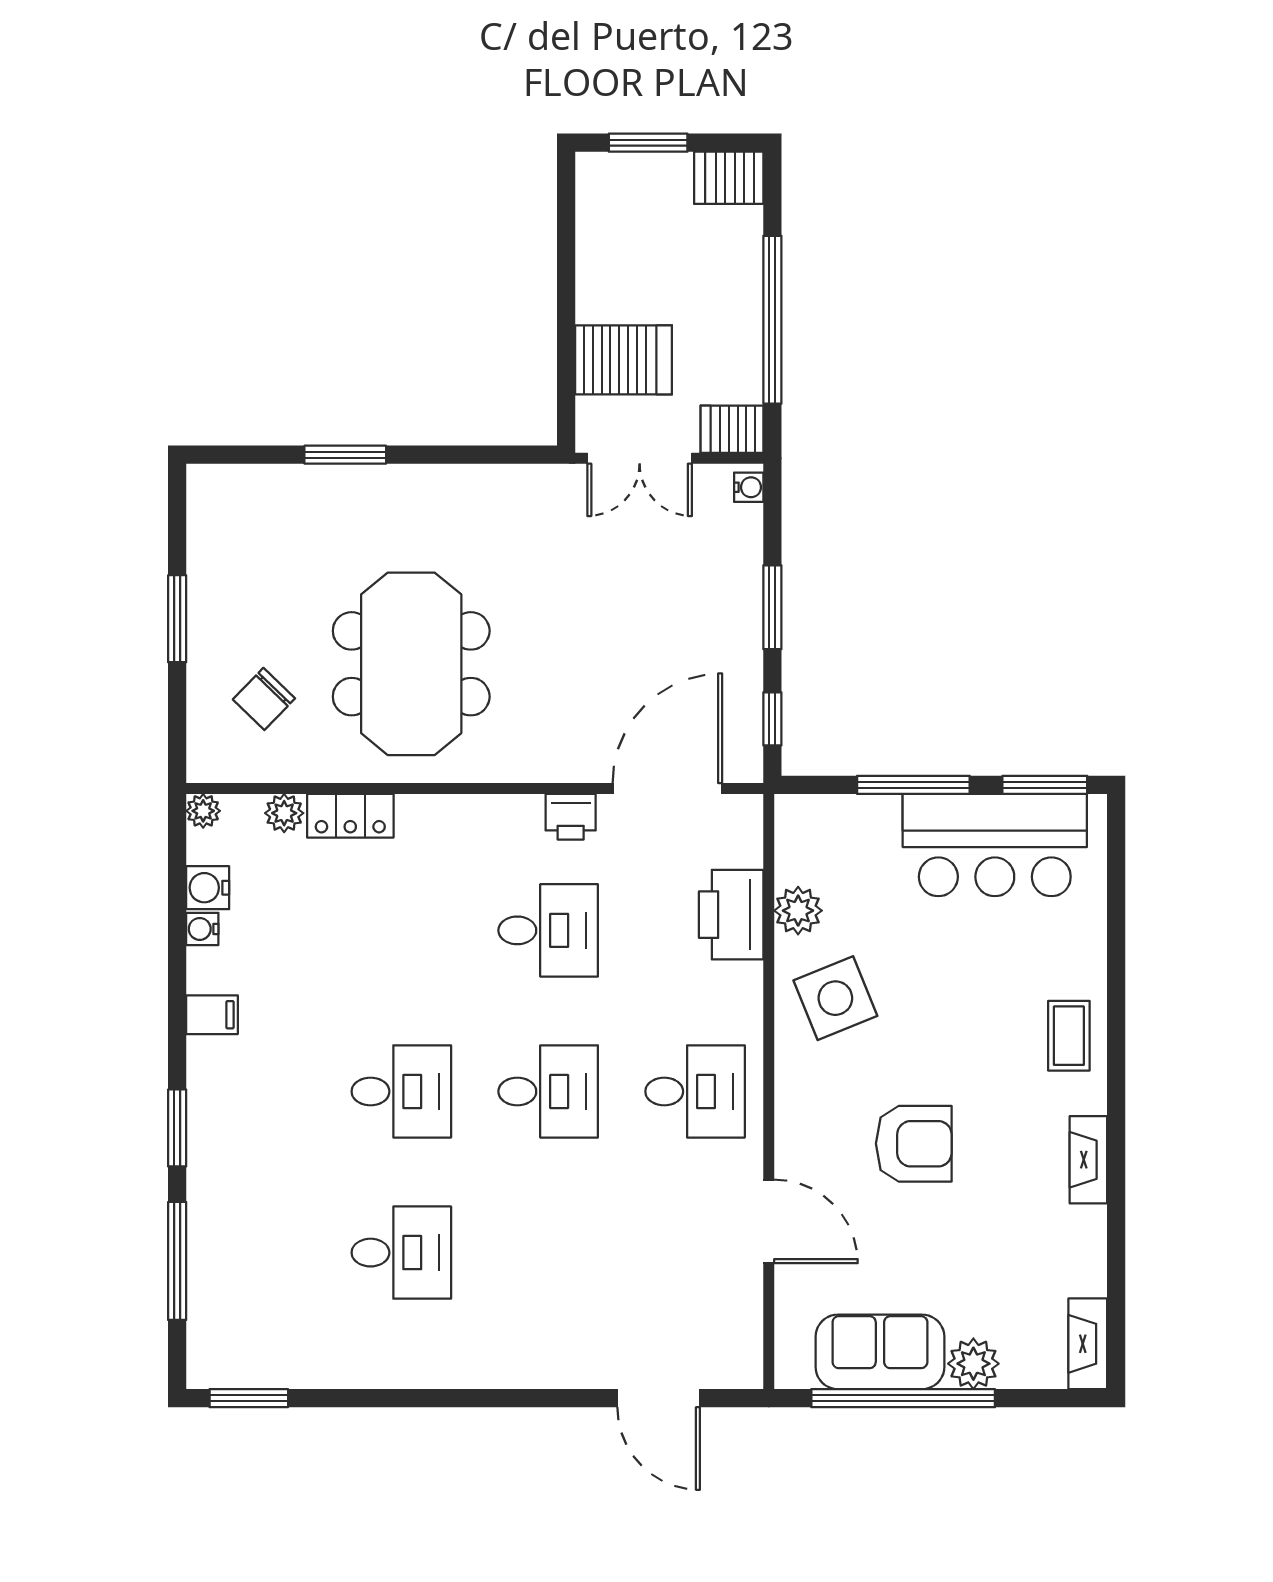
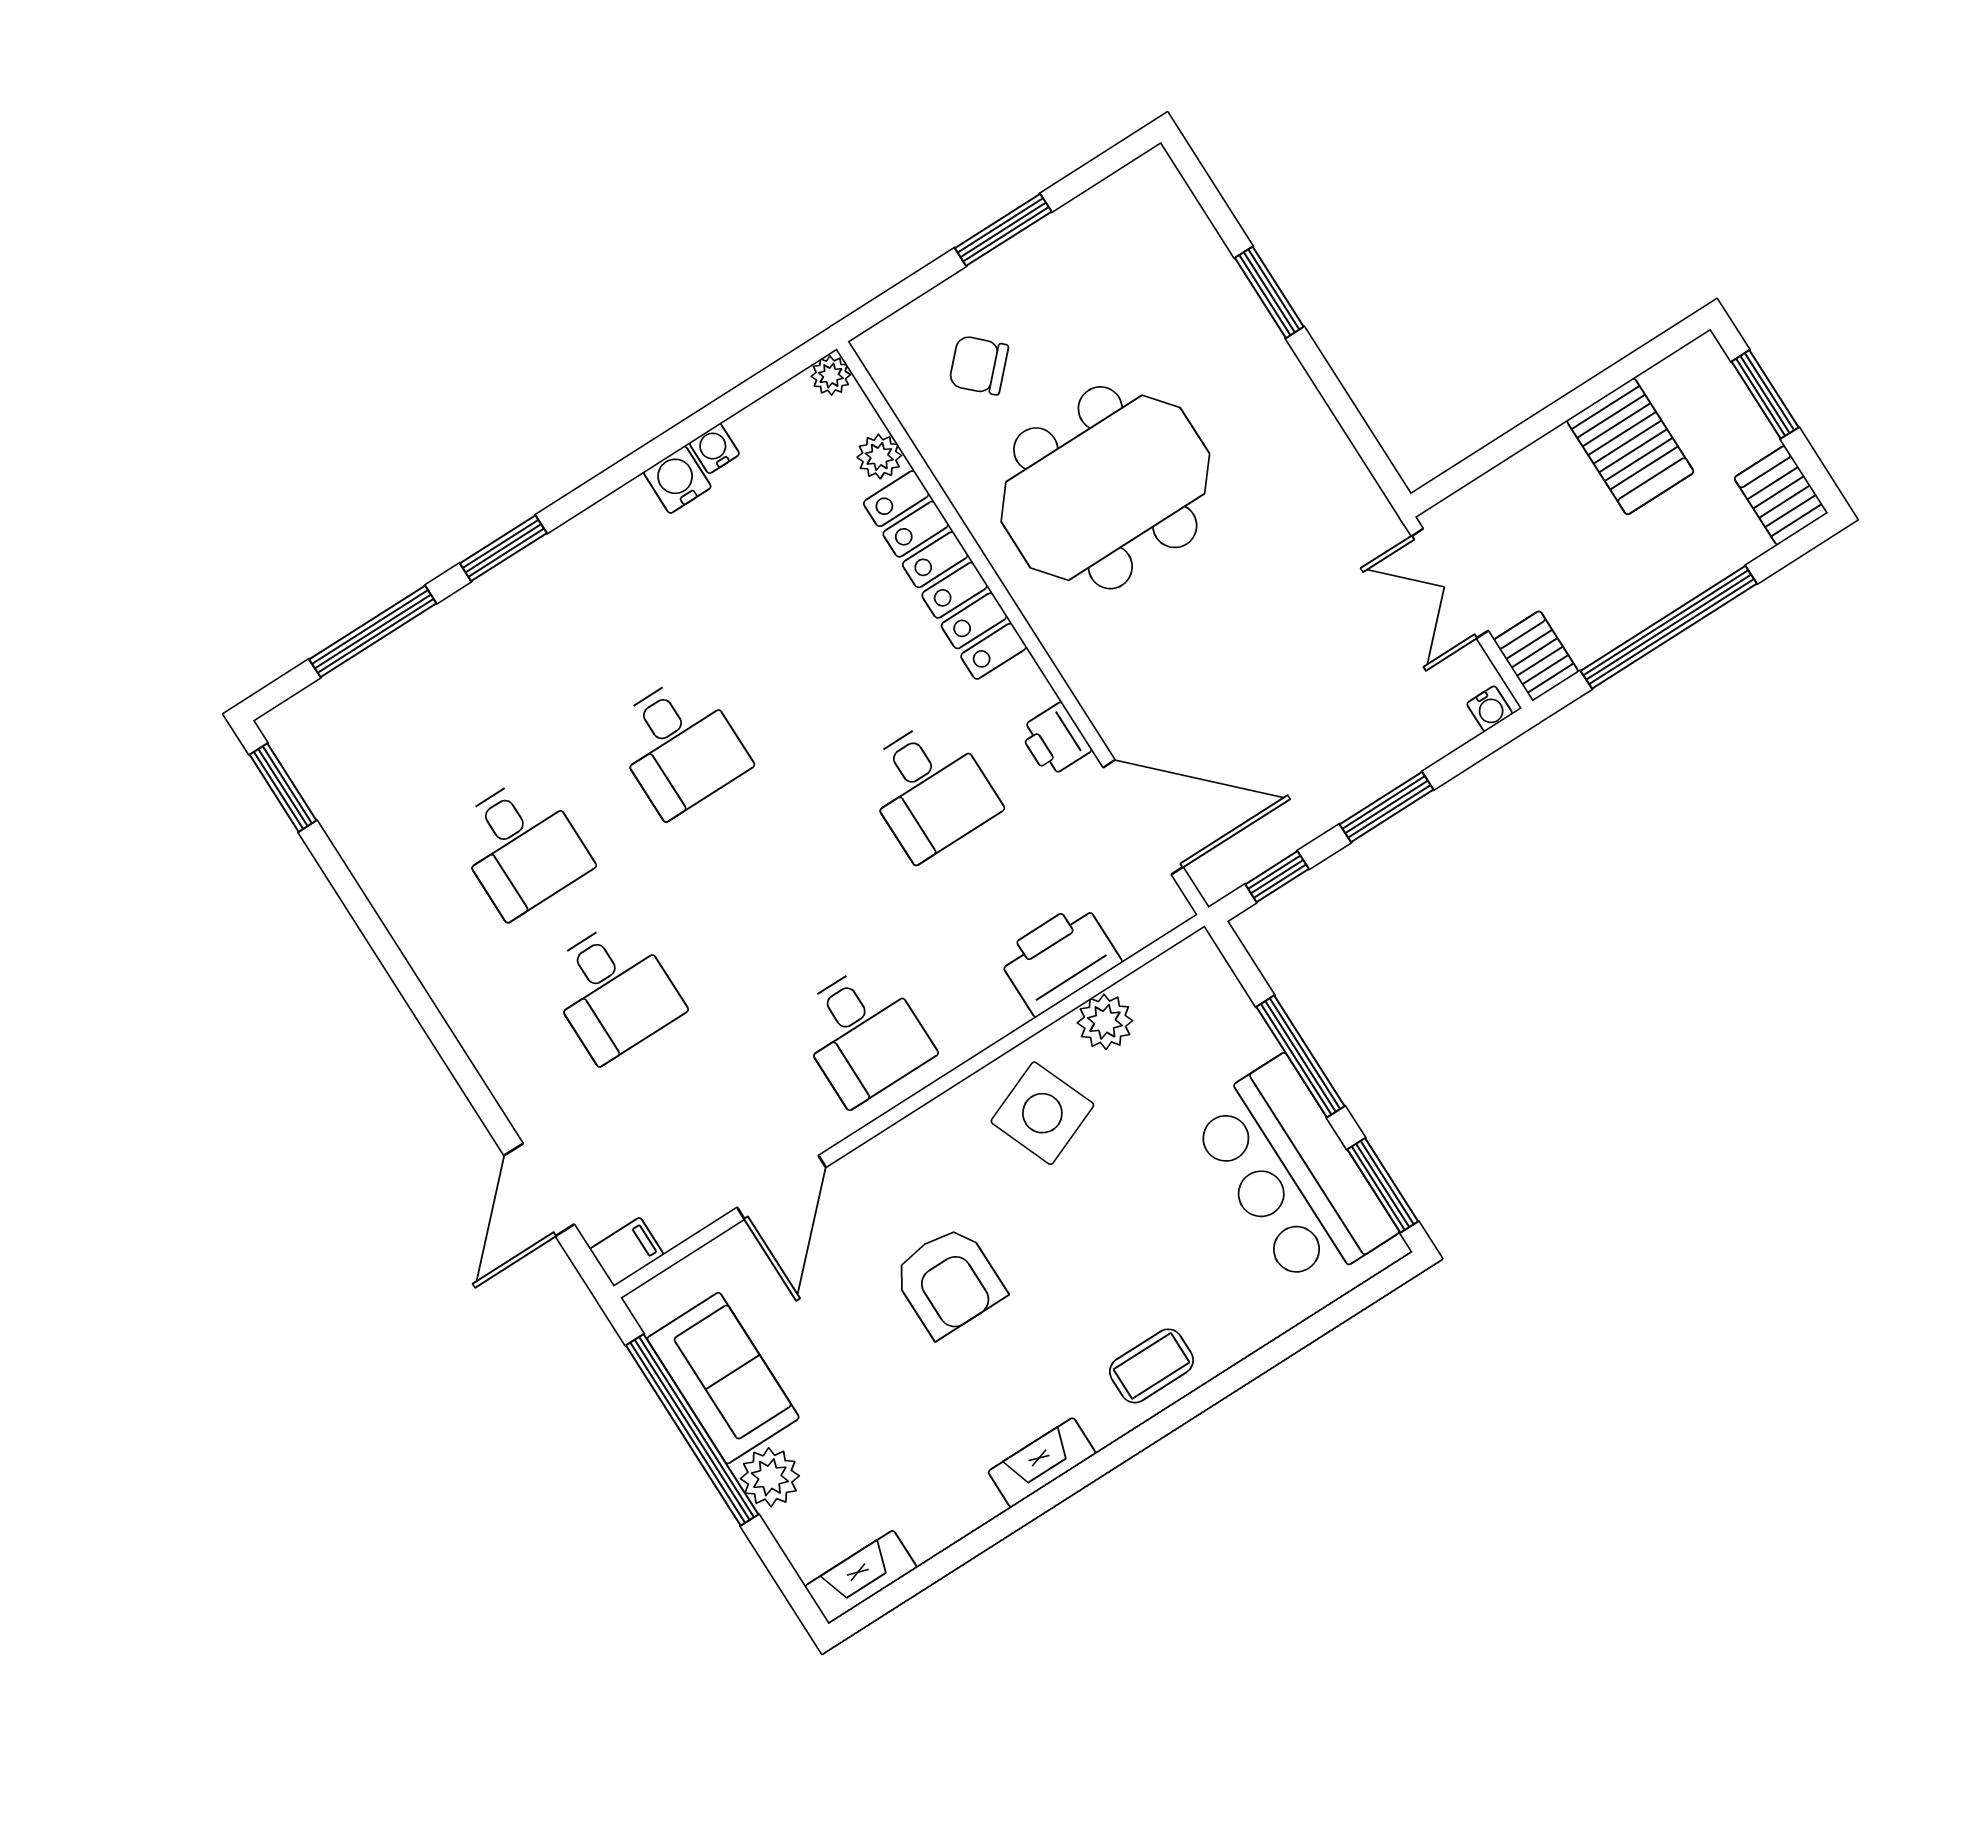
server rack: (624, 360) -> (1630, 446), moved
locker: (350, 816) -> (945, 575), width x2.16, depth x1.21
water cooler: (208, 888) -> (677, 480), moved
filing cabinet: (212, 1015) -> (627, 1252), moved, turned -90
desk: (548, 1091) -> (613, 990), moved

